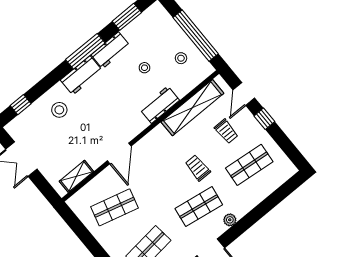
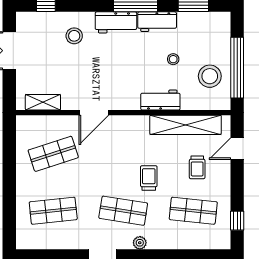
stool: (181, 58) -> (210, 76), width x1.89, depth x1.89
window: (264, 119) -> (237, 221), moved
shop shelf: (114, 207) -> (53, 154), turned -33

